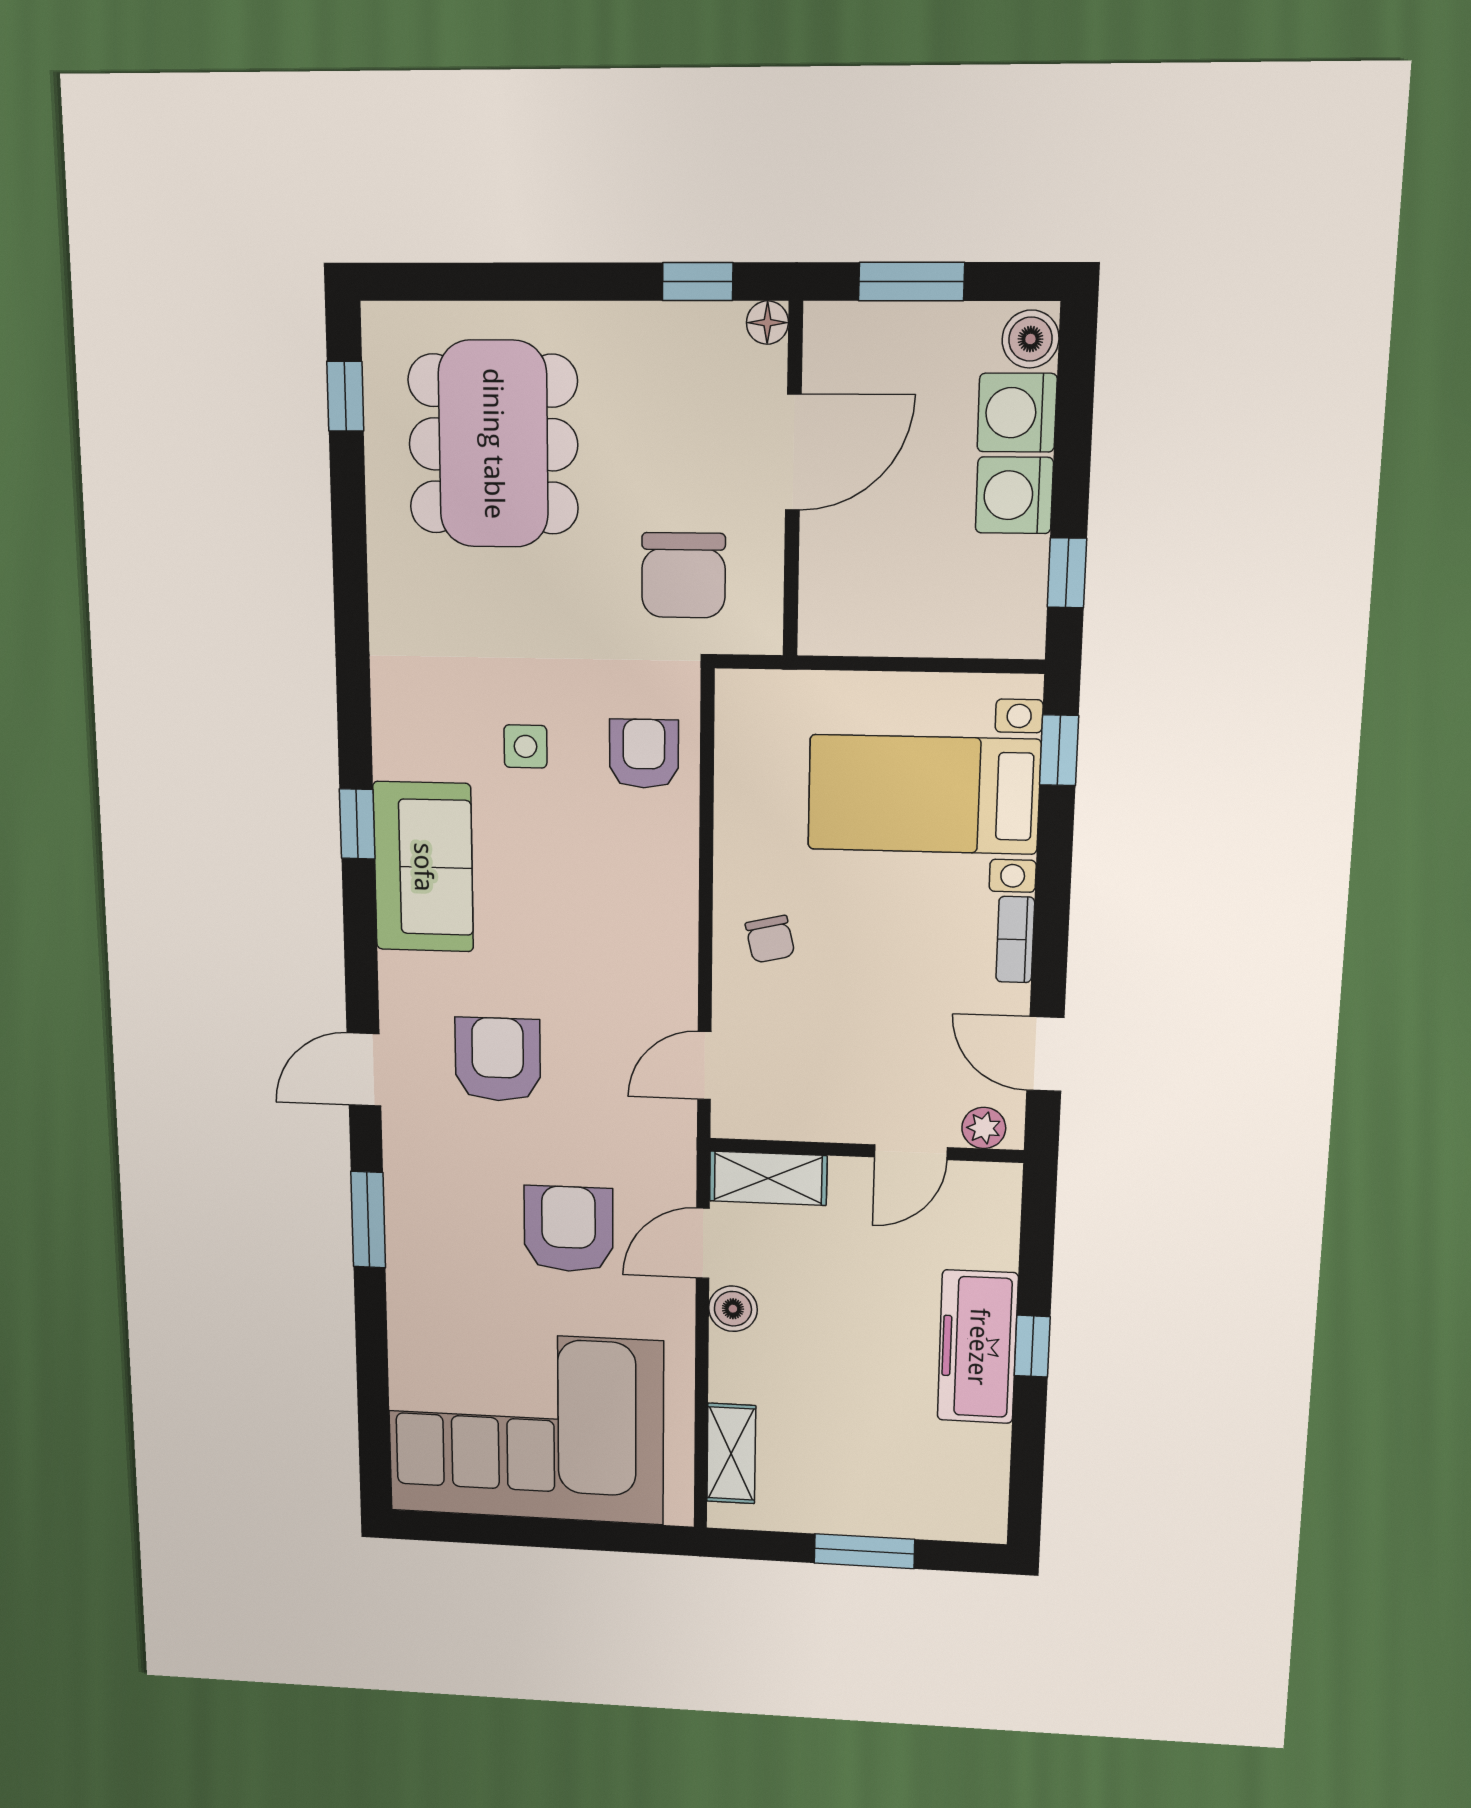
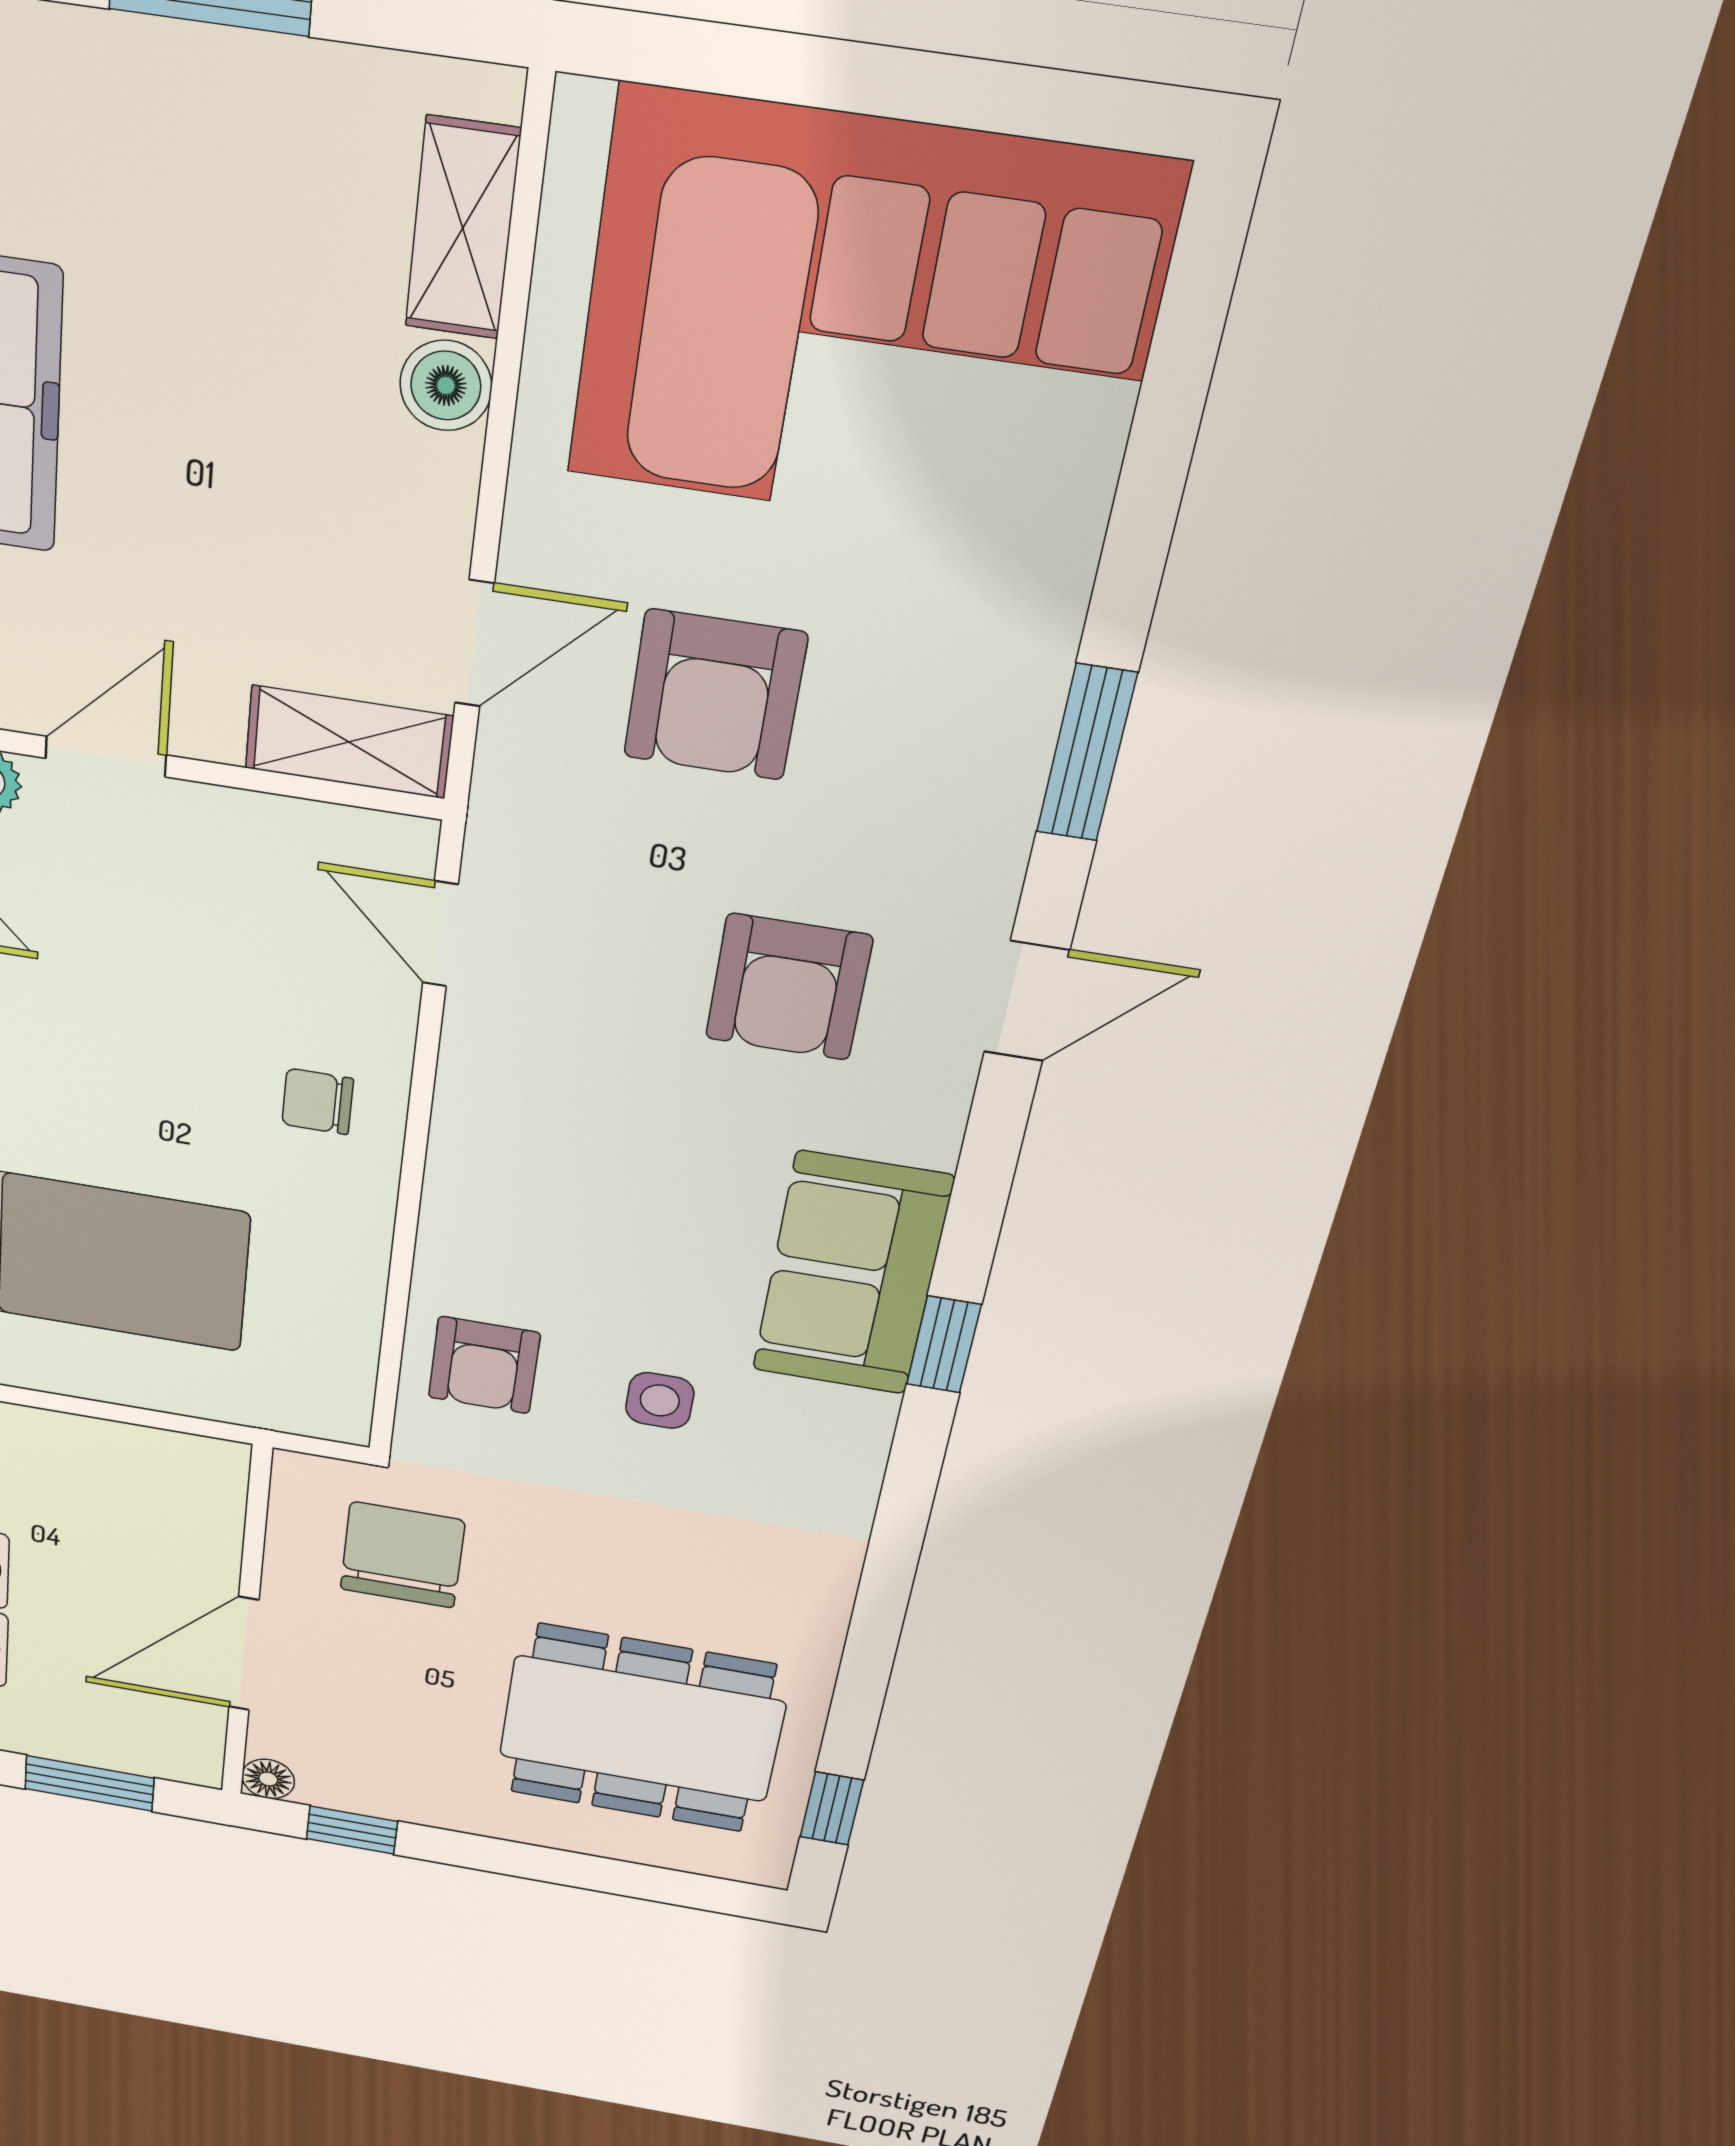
dining table: (493, 444) -> (641, 1729), turned 90
chair: (770, 939) -> (318, 1102), turned -77
door: (704, 1066) -> (440, 934), swing flipped
boiler: (733, 1309) -> (446, 386), moved

